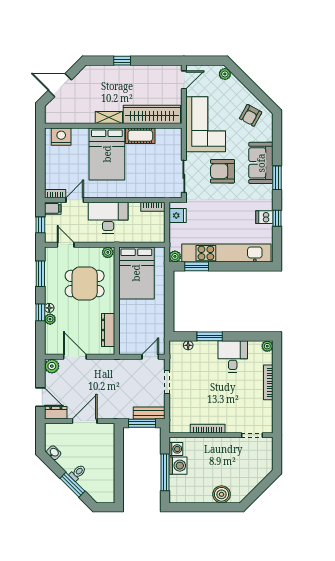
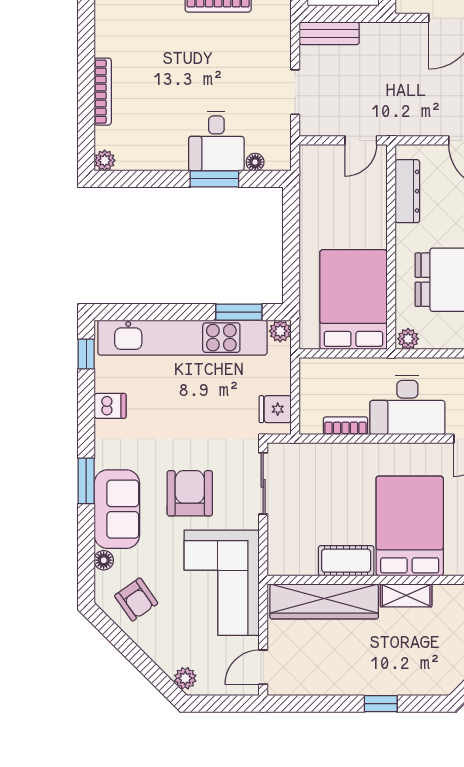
armchair: (251, 115) -> (136, 600), turned 116
floor lamp: (268, 136) -> (104, 560), added
armchair: (222, 171) -> (190, 493), turned -90
bookcase: (153, 207) -> (346, 426), moved
window: (277, 218) -> (86, 354), moved
desk: (233, 356) -> (216, 141), moved
door: (150, 357) -> (361, 140), moved
window: (142, 423) -> (343, 14), removed

